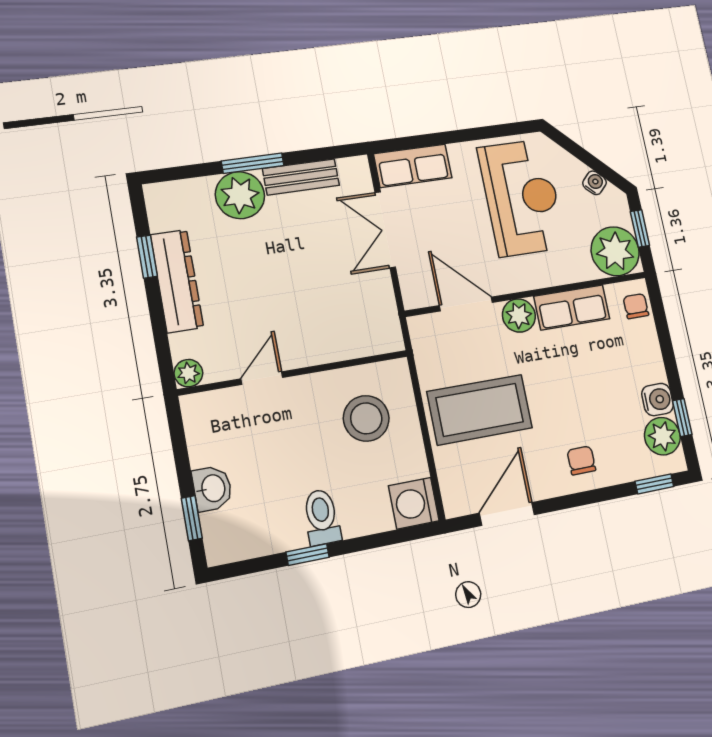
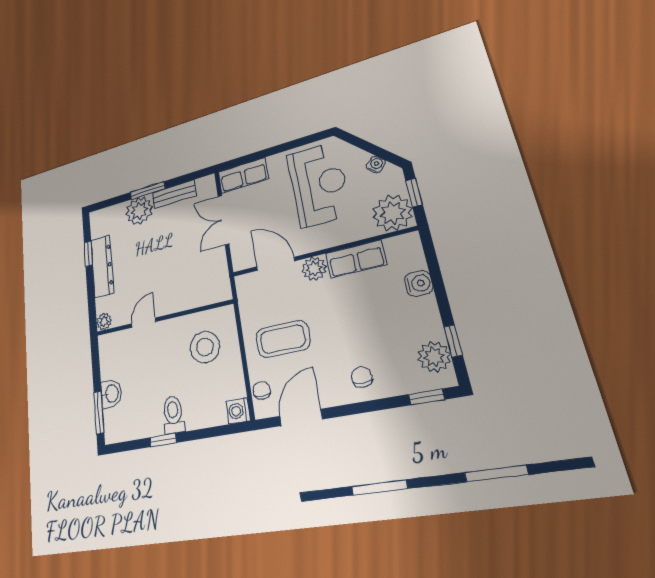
chair: (636, 306) -> (262, 390), moved
water cooler: (658, 400) -> (419, 283), moved
coffee table: (480, 410) -> (283, 339), width x0.73, depth x0.76
washing machine: (414, 503) -> (238, 411), width x0.73, depth x0.73
window: (192, 518) -> (99, 412), width x1.50

